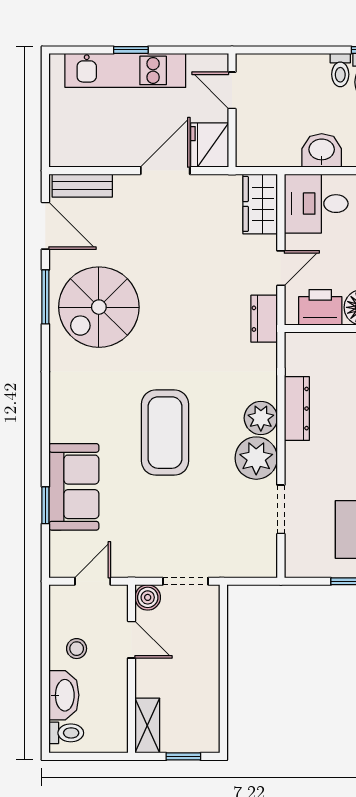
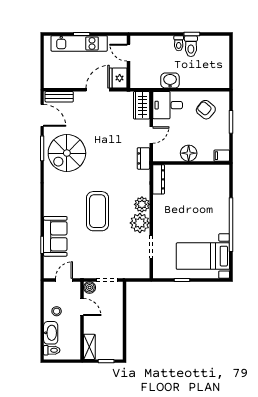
printer: (320, 307) -> (169, 153), removed
dresser: (297, 409) -> (159, 179), moved

